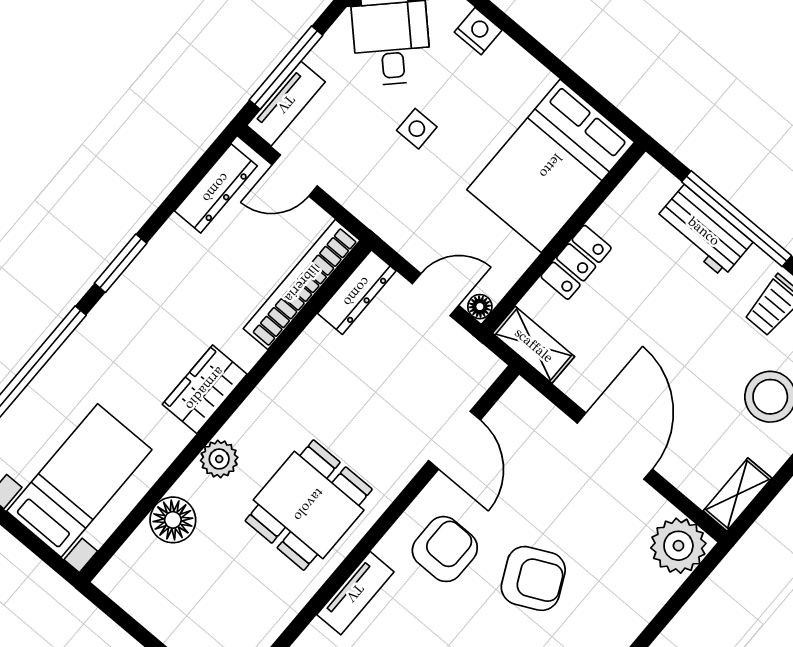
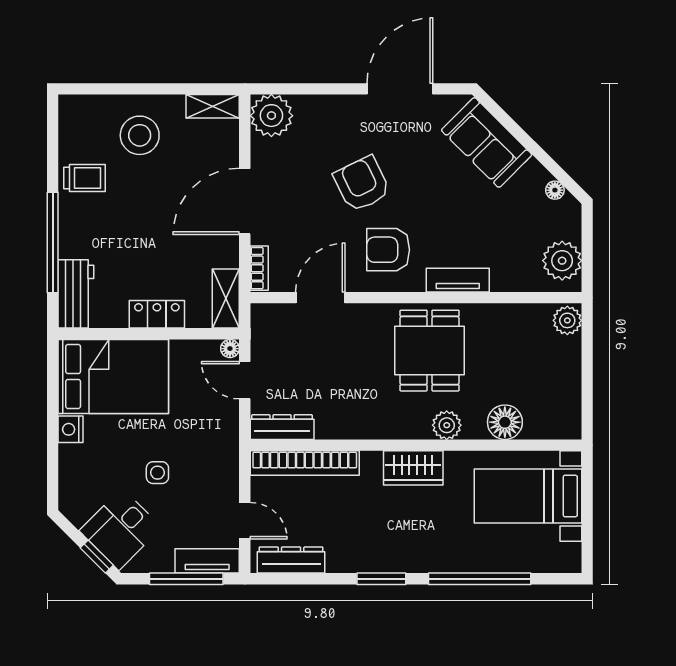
nightstand: (478, 31) -> (71, 429), moved
workbench: (704, 231) -> (76, 294), moved
bookcase: (536, 404) -> (259, 268), added
dining table: (309, 505) -> (430, 351), turned 90

